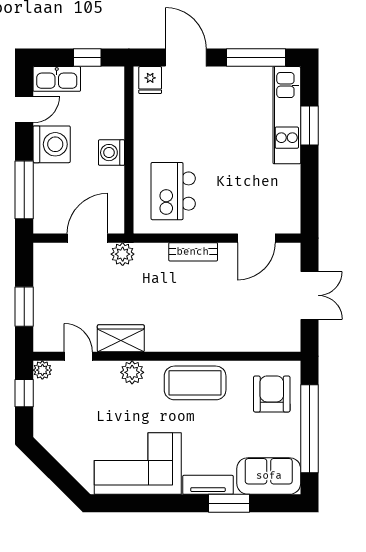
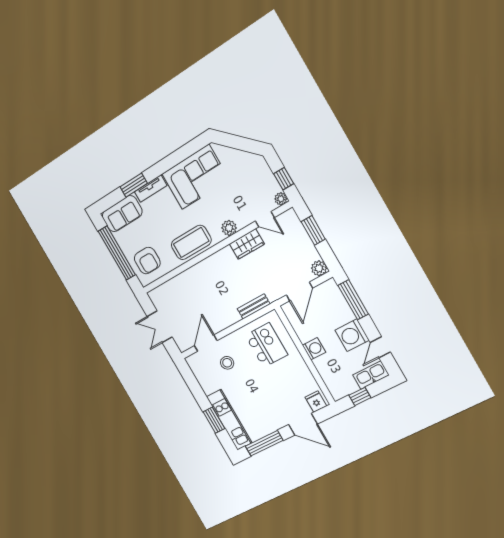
stool: (242, 195) -> (227, 363), added
bench: (193, 252) -> (254, 306), moved
plant: (123, 254) -> (319, 268), moved

